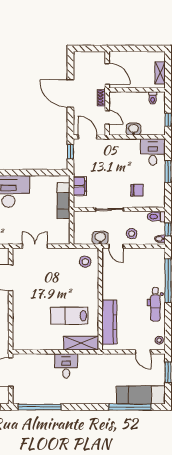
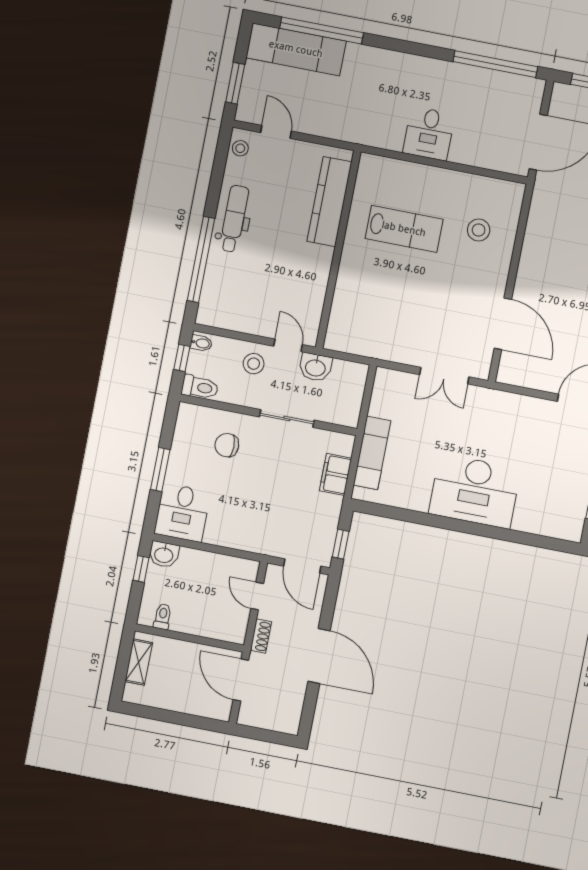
washbasin: (133, 129) -> (164, 555), moved
stool: (85, 262) -> (479, 230), moved
shelving: (81, 343) -> (392, 172), removed

